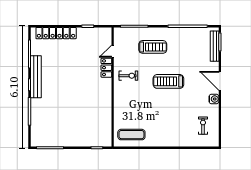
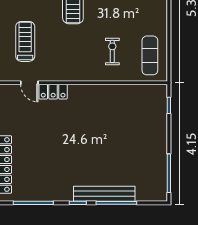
treadmill: (153, 47) -> (25, 41), moved
exercise bike: (128, 76) -> (112, 51), moved
bench: (36, 77) -> (104, 194), moved

